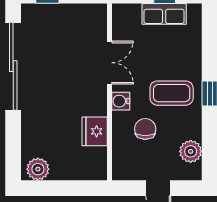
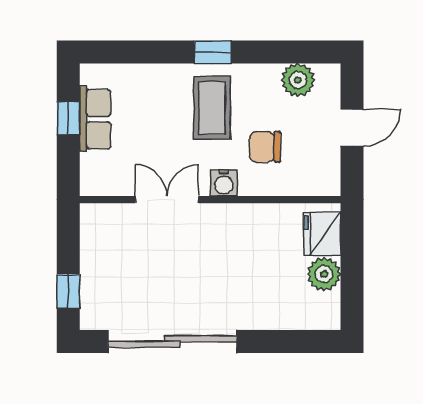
fridge: (95, 131) -> (322, 234), moved, turned 90
plant: (38, 169) -> (324, 274), moved

